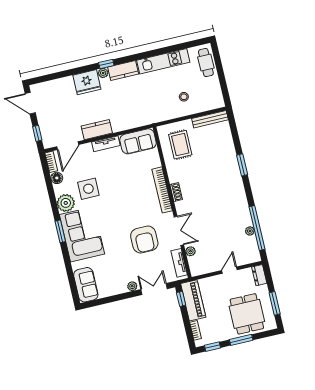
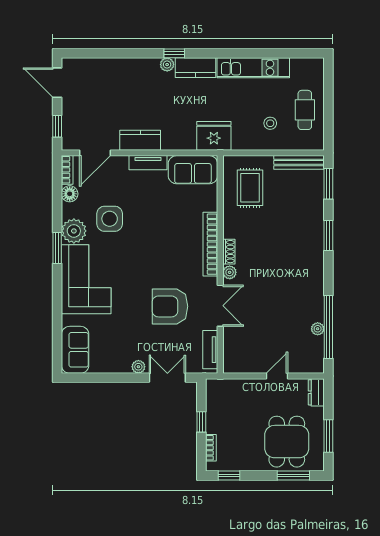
cafe table: (206, 63) -> (305, 110), moved
fridge: (87, 82) -> (214, 136), moved, turned 180
window: (234, 129) -> (328, 184), added
window: (60, 231) -> (57, 248), moved
armchair: (144, 240) -> (170, 306), turned 90
plant: (190, 251) -> (230, 272), moved
window: (181, 299) -> (201, 422), moved
piano: (193, 300) -> (217, 406), removed
window: (241, 340) -> (293, 475), moved

